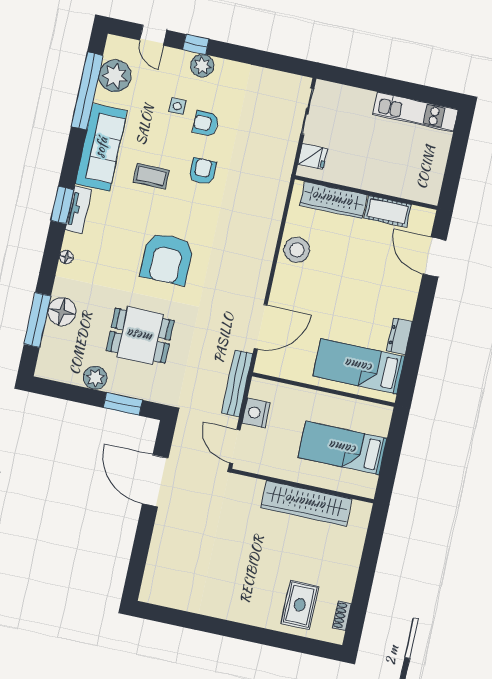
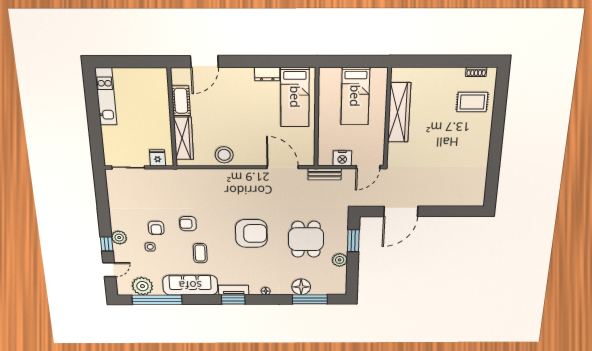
bench: (237, 383) -> (325, 174), width x0.73

